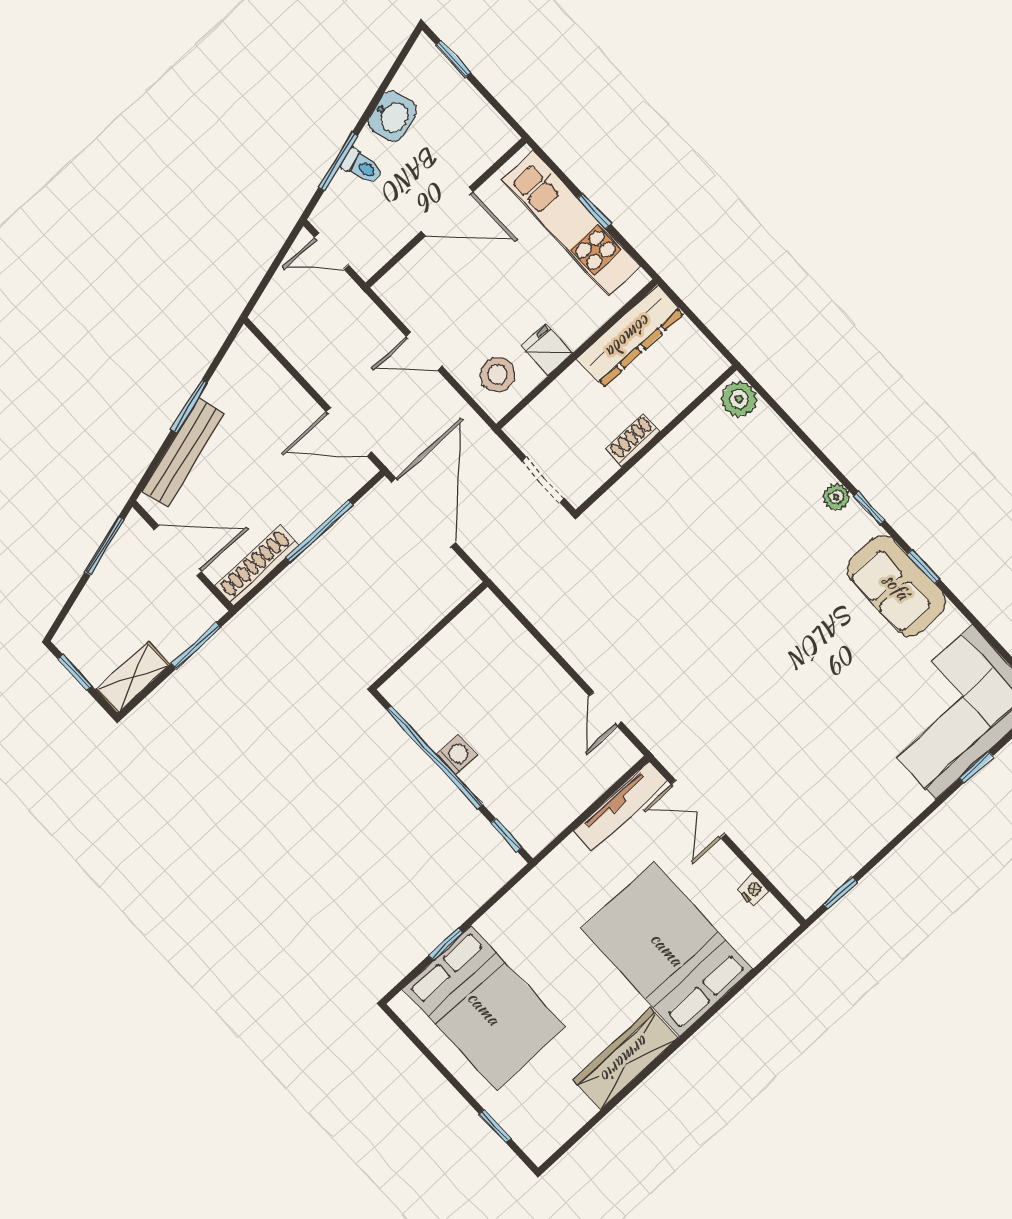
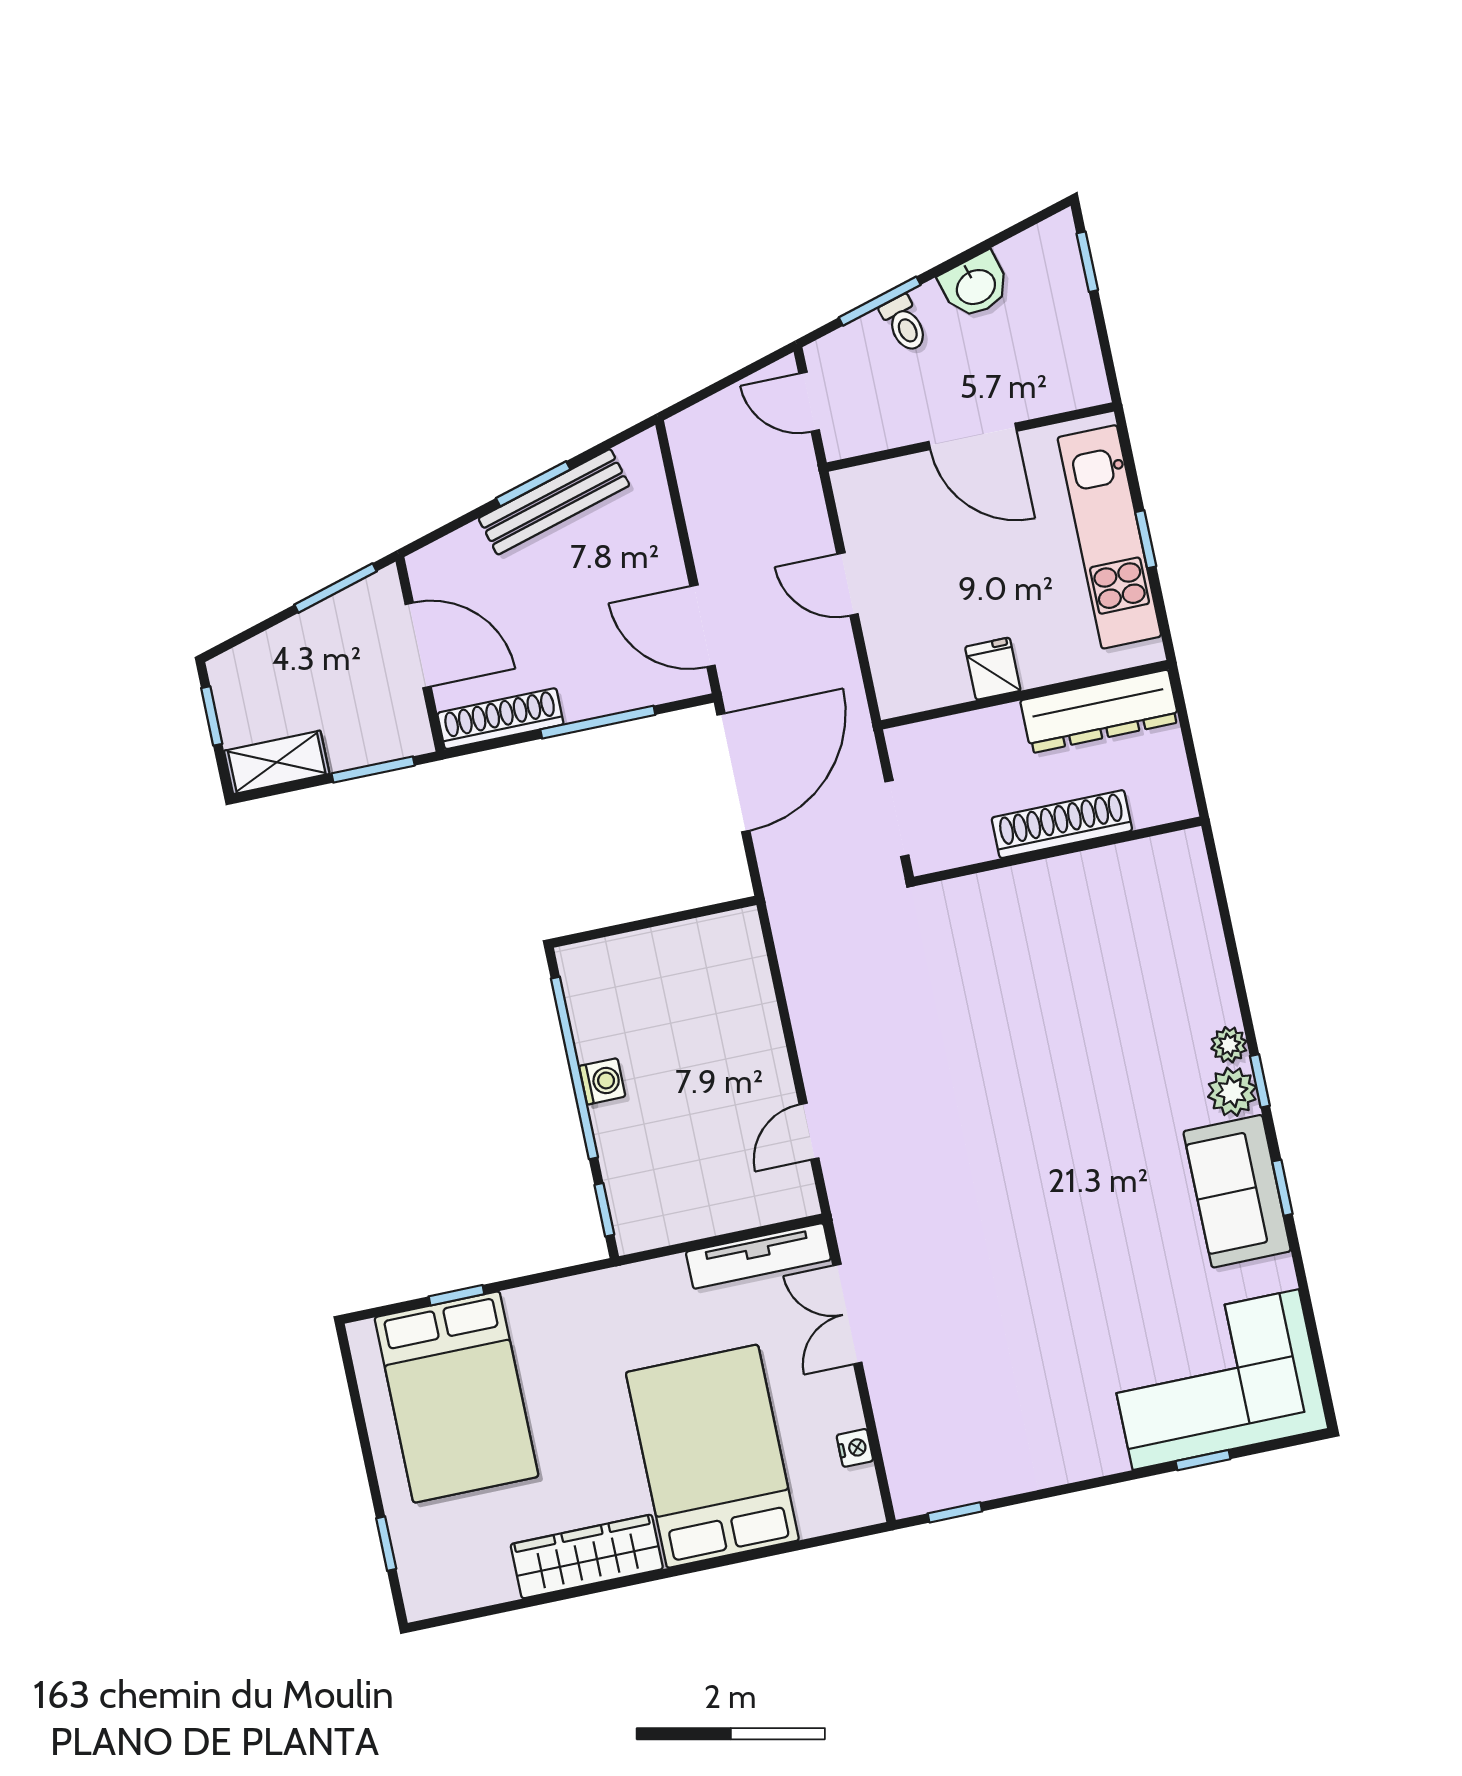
stool: (498, 374) -> (917, 663), removed
plant: (739, 399) -> (1232, 1092), moved
shoe rack: (633, 440) -> (1062, 824), width x1.94, depth x1.24
bench: (183, 452) -> (554, 502), moved

